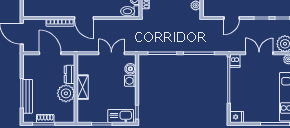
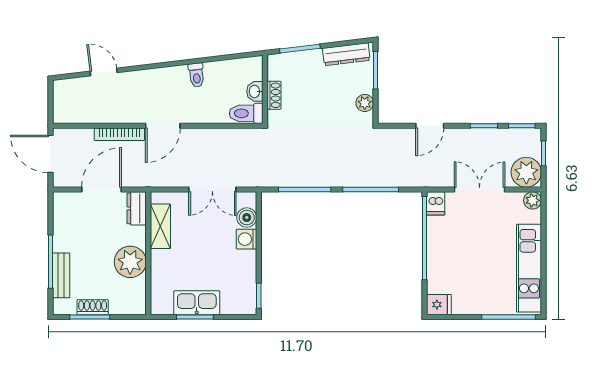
door: (84, 18) -> (163, 126), hinge flipped
door: (50, 53) -> (102, 189), hinge flipped
double door: (111, 53) -> (212, 189), swing flipped
dresser: (69, 74) -> (137, 208), moved
shelving: (83, 87) -> (160, 226), moved
bench: (28, 96) -> (61, 275), width x0.73
kitchen sink: (121, 116) -> (197, 303), moved

